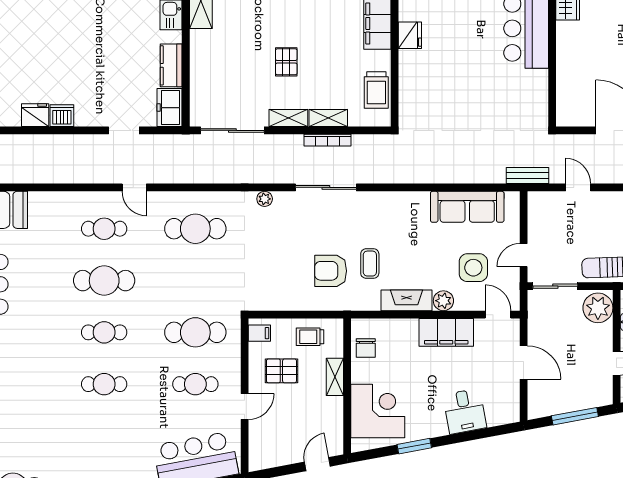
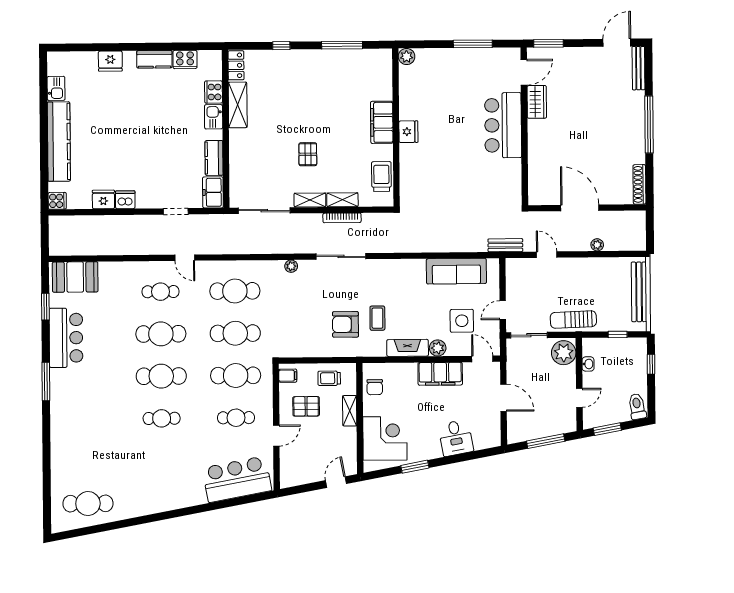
trolley: (376, 90) -> (381, 177), turned 180
cafe table: (195, 281) -> (235, 333), added
cafe table: (104, 332) -> (161, 376), width x1.37, depth x1.35

